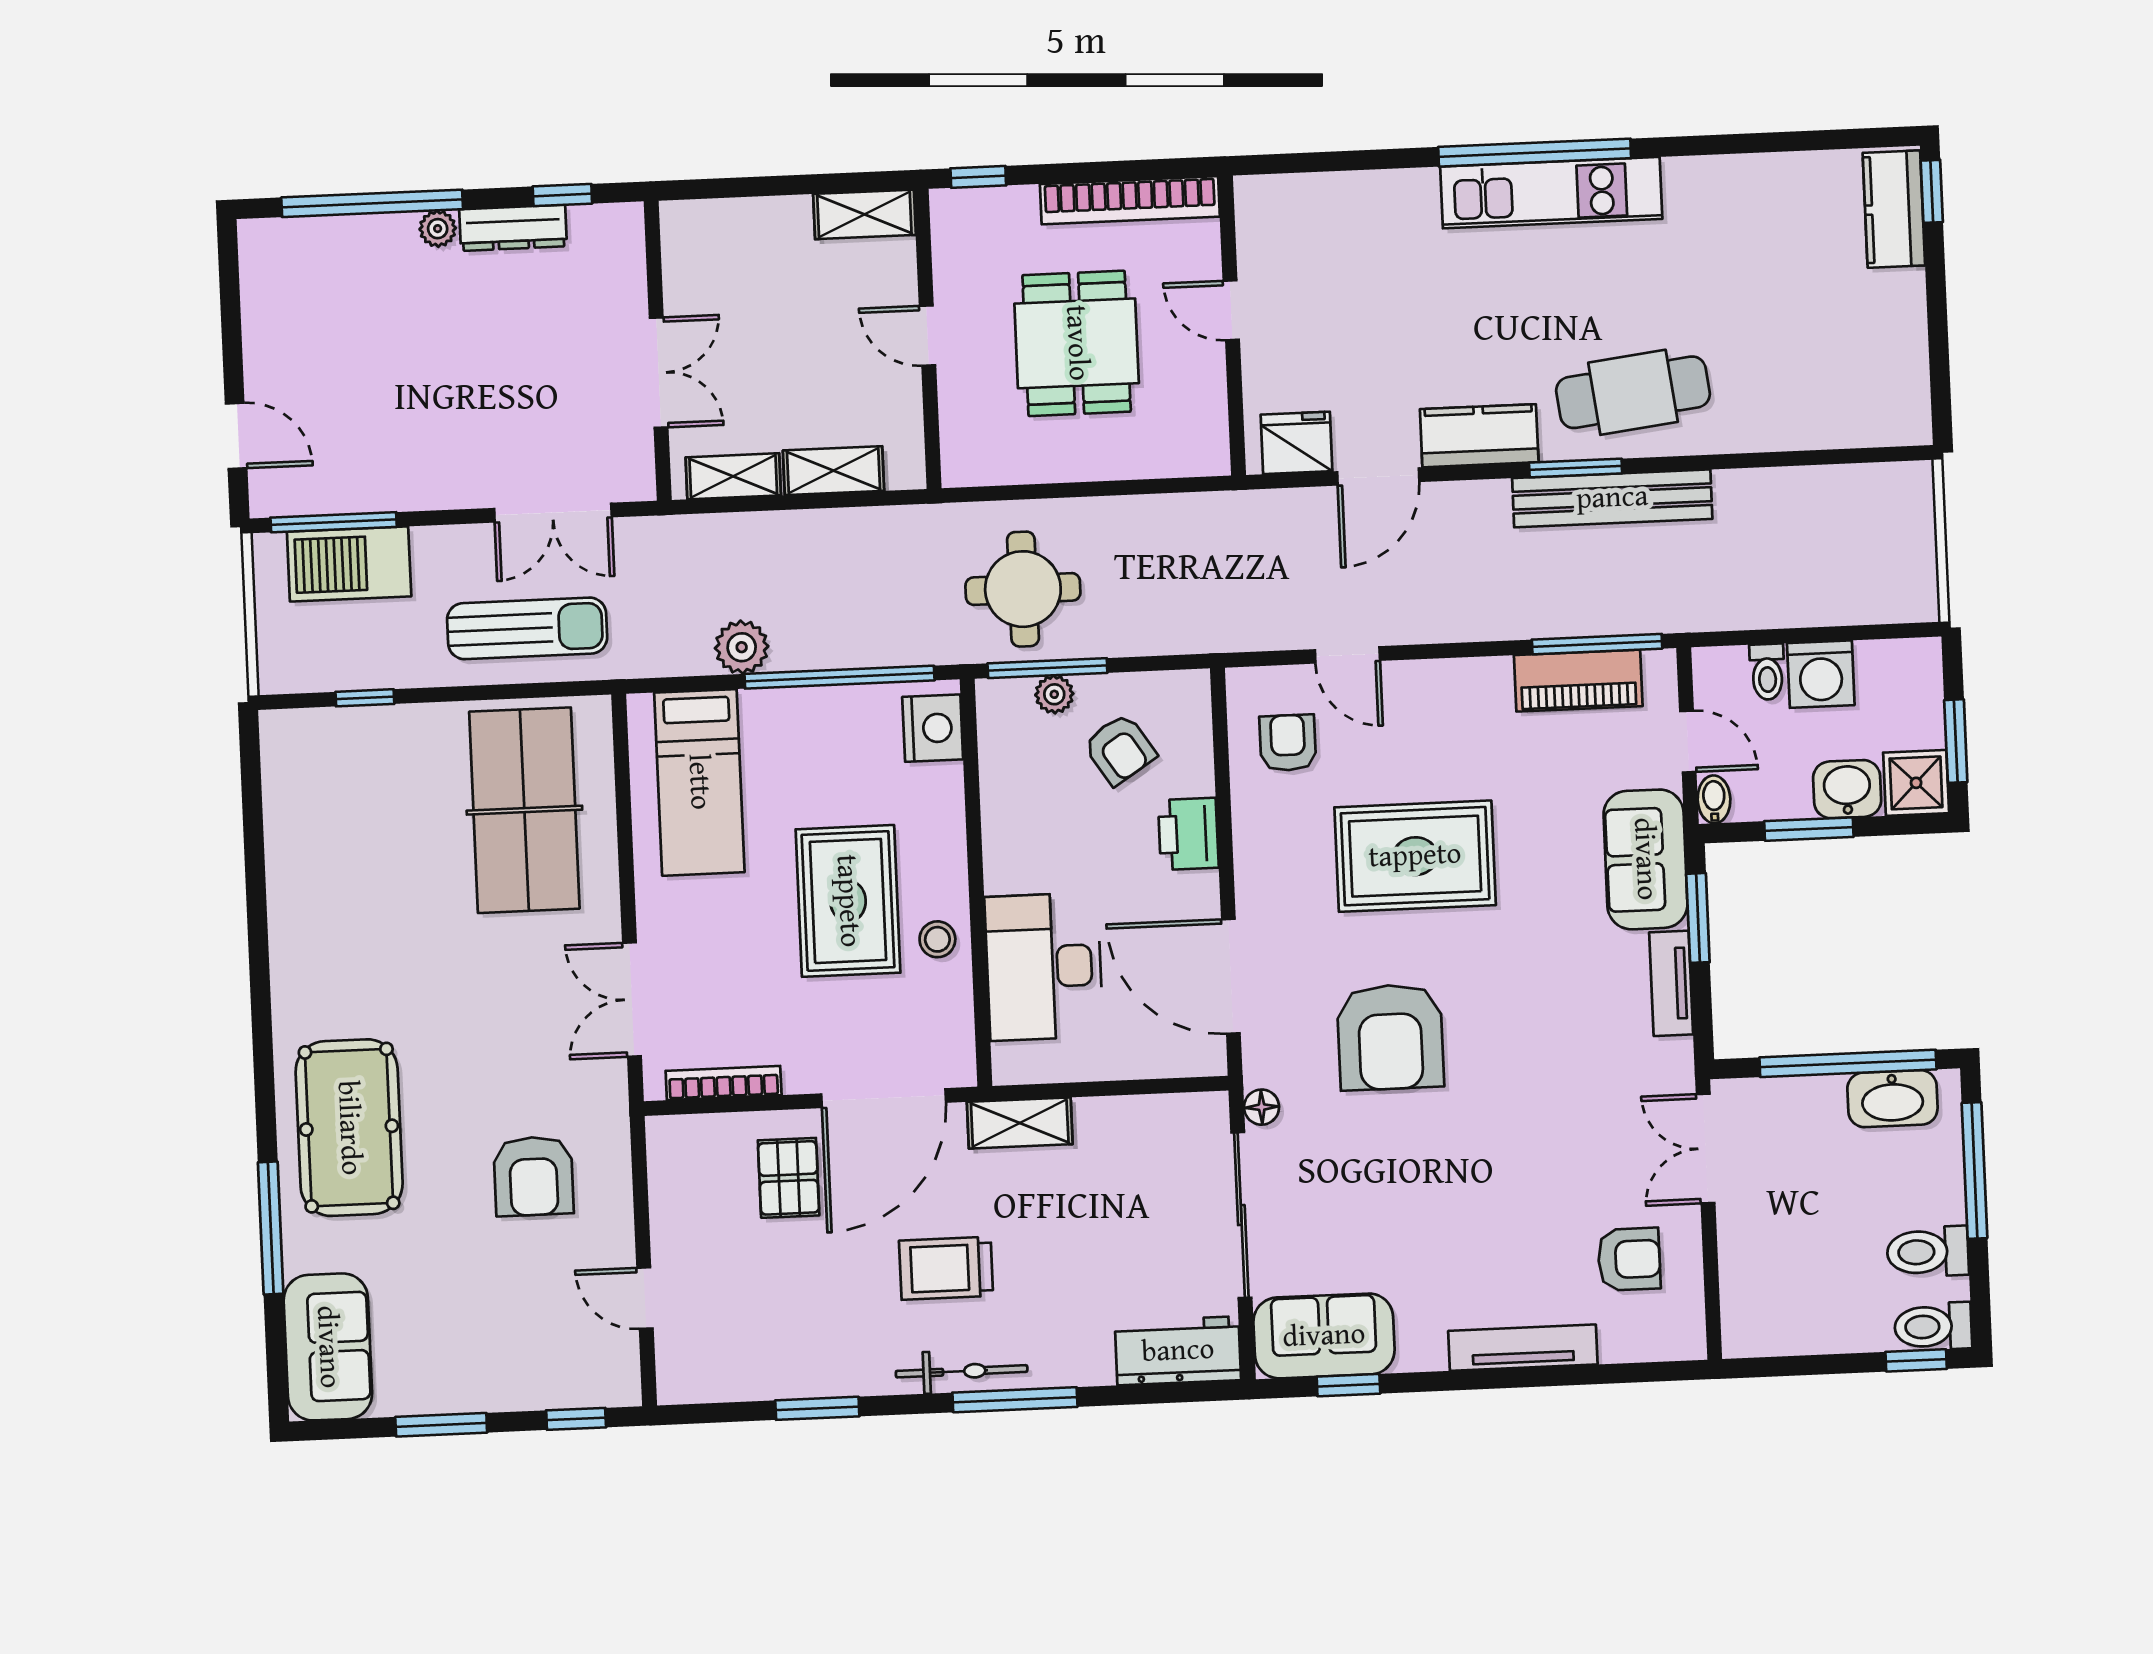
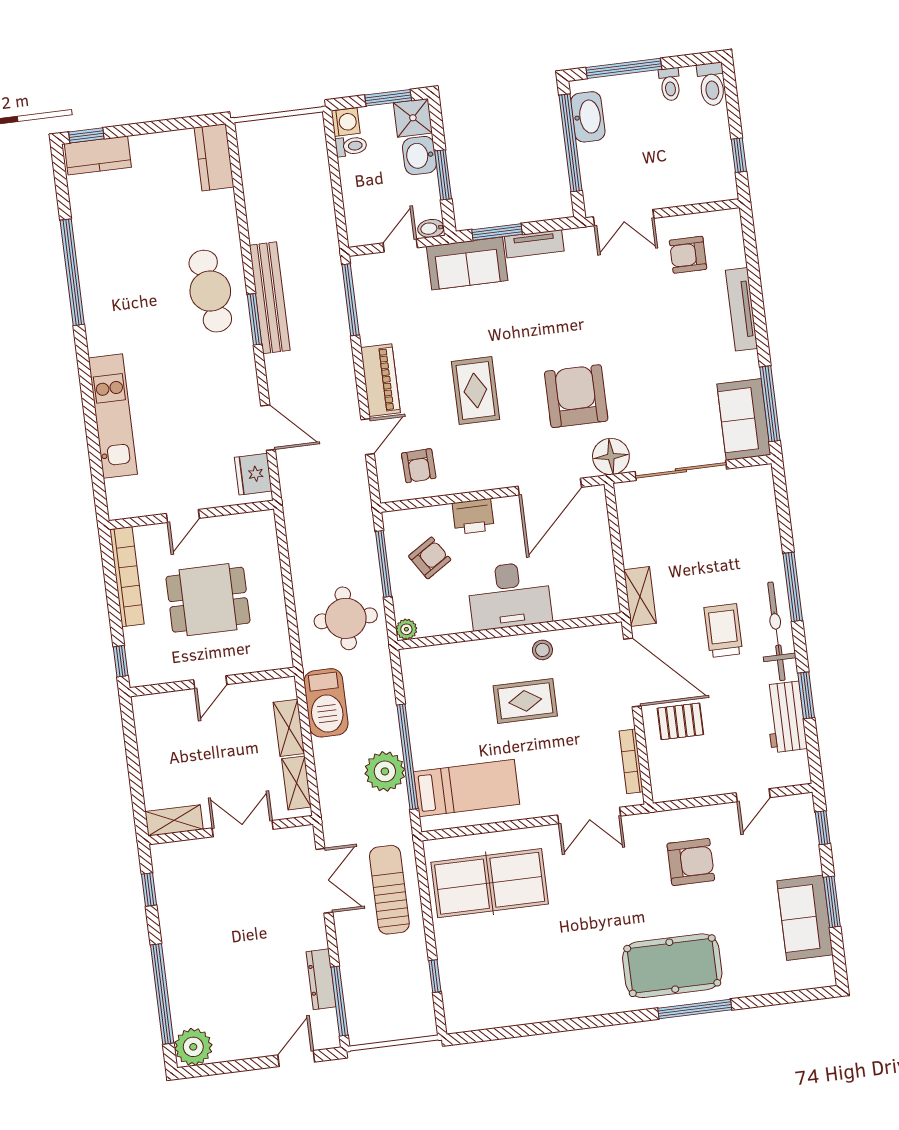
window: (1535, 153) -> (72, 272), moved
kitchen unit: (1551, 193) -> (113, 416), moved
shelving: (864, 214) -> (174, 820), moved, turned 90
dresser: (513, 228) -> (321, 979), moved, turned 180
plant: (438, 229) -> (193, 1047), moved, width x1.88, depth x1.88
kitchen counter: (1479, 436) -> (214, 157), moved
barbecue: (349, 564) -> (326, 703), moved
plant: (742, 647) -> (385, 771), width x1.36, depth x1.36
window: (1047, 668) -> (383, 564), moved
toilet: (1767, 672) -> (351, 146), moved
washing machine: (1821, 674) -> (346, 122), moved, width x0.73, depth x0.73
window: (840, 677) -> (408, 757), moved
piano: (1578, 681) -> (380, 380), moved
plant: (1054, 694) -> (406, 629), moved
nightstand: (933, 728) -> (426, 662), removed
armchair: (1288, 743) -> (419, 466), turned -92
rug: (1415, 856) -> (475, 390), width x0.73, depth x0.70
rug: (848, 901) -> (525, 701), width x0.73, depth x0.70
desk: (1044, 967) -> (509, 596), moved
armchair: (1390, 1037) -> (576, 396), turned -90
floor lamp: (1262, 1107) -> (611, 457), width x1.89, depth x1.89
window: (271, 1228) -> (695, 1009), moved
toilet: (1928, 1252) -> (670, 84), width x0.73, depth x0.72
armchair: (1629, 1259) -> (688, 255), turned -90
trolley: (946, 1268) -> (723, 631), turned 180
sofa: (328, 1347) -> (805, 918), moved, turned -90
workbench: (1178, 1351) -> (786, 717), moved
window: (1916, 1360) -> (739, 155), moved
bicycle: (962, 1371) -> (776, 631), width x1.37, depth x1.40
window: (1348, 1385) -> (770, 404), width x2.17

